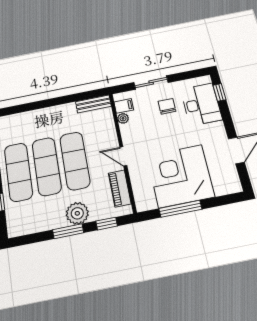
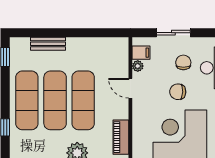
bench: (93, 104) -> (48, 44), moved
chair: (168, 134) -> (178, 92), added
door: (123, 156) -> (130, 88), moved

